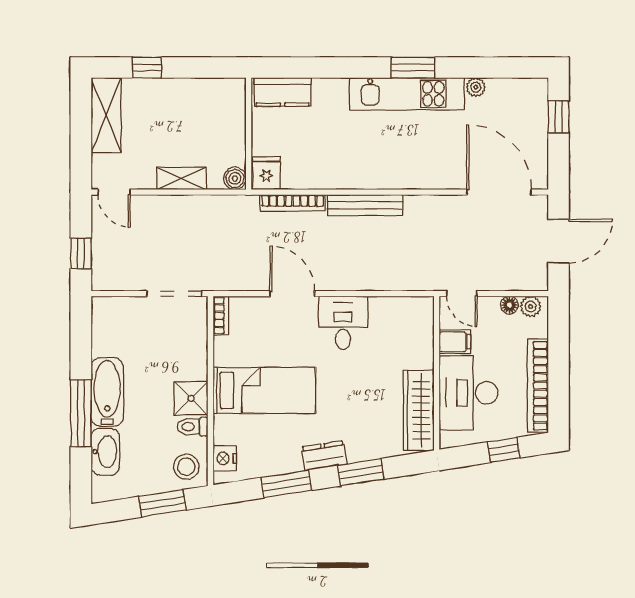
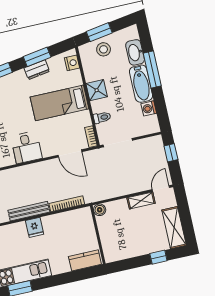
fridge: (266, 173) -> (35, 227), moved
shelving: (181, 178) -> (141, 200), moved
door: (114, 192) -> (161, 189), hinge flipped
door: (292, 294) -> (70, 153), moved
washing machine: (103, 343) -> (149, 108), added
toilet: (193, 427) -> (102, 118), moved
dresser: (324, 456) -> (37, 70), moved
stool: (186, 467) -> (104, 49), moved

